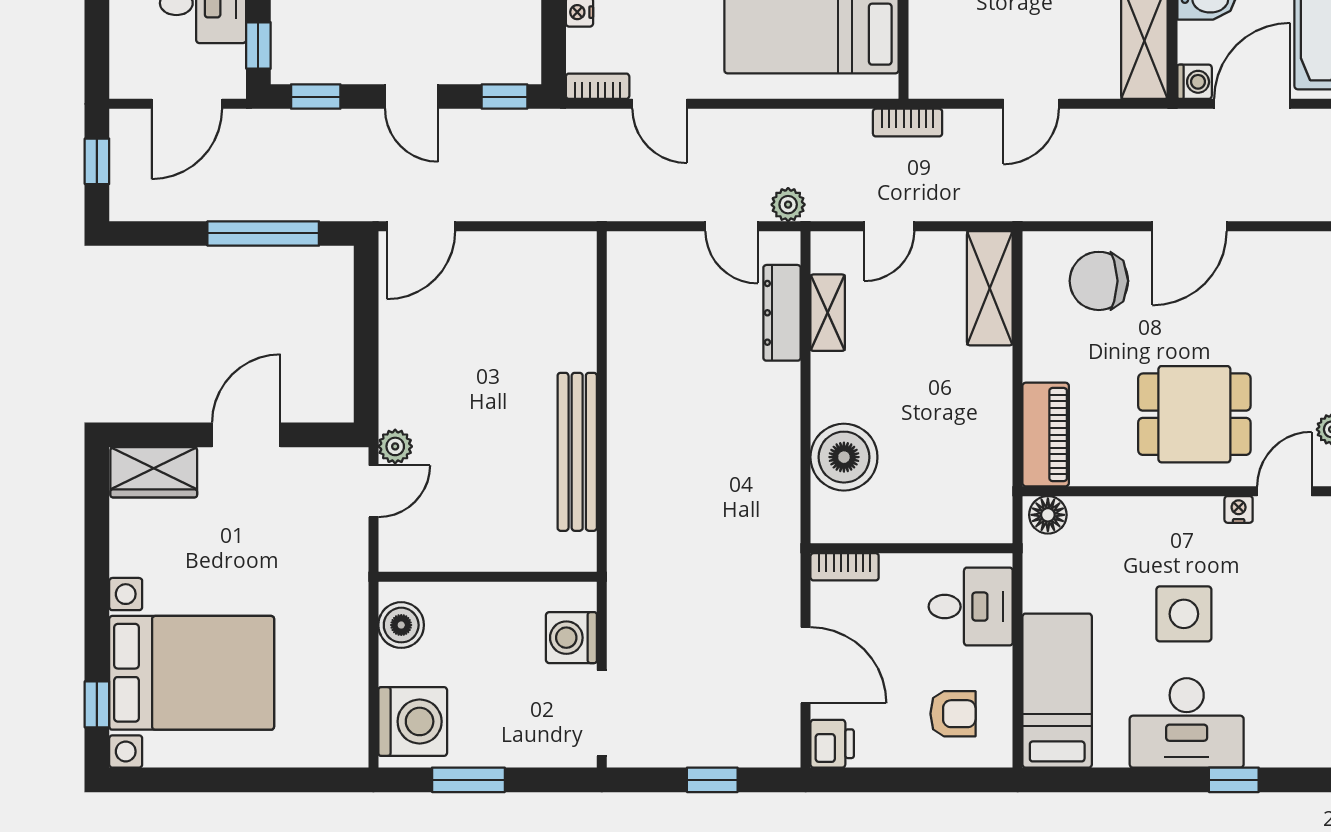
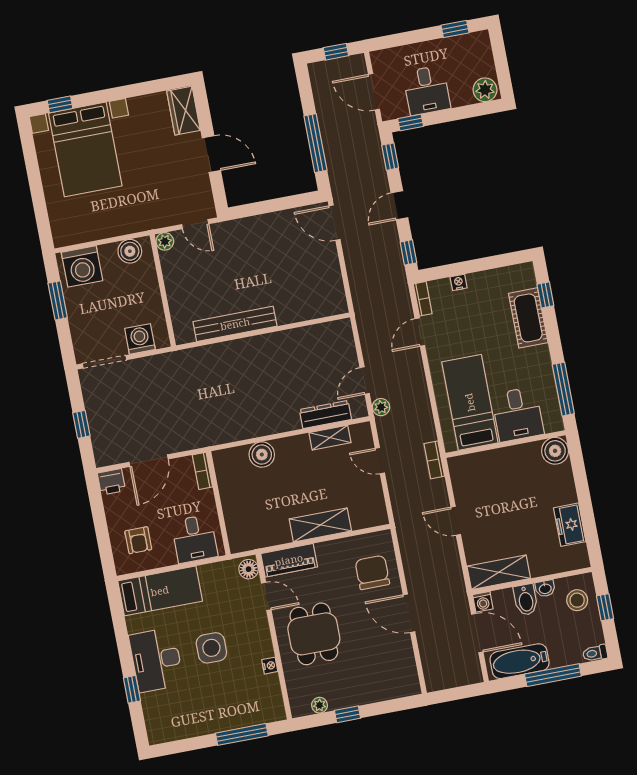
shelving: (990, 288) -> (320, 525), moved
plant: (395, 446) -> (165, 241), moved
boiler: (844, 457) -> (262, 455), width x0.73, depth x0.73
door: (1284, 491) -> (266, 596), moved

